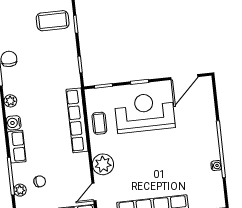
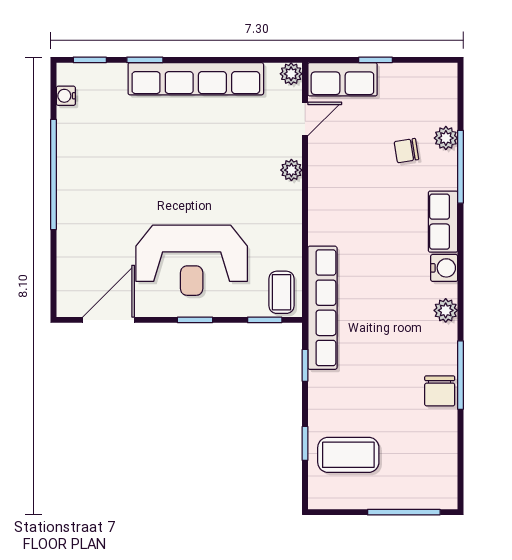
row of seats: (77, 120) -> (322, 308), moved
coffee table: (99, 123) -> (282, 292), moved
plant: (103, 164) -> (291, 170), width x0.53, depth x0.53
water cooler: (216, 166) -> (66, 96), moved

